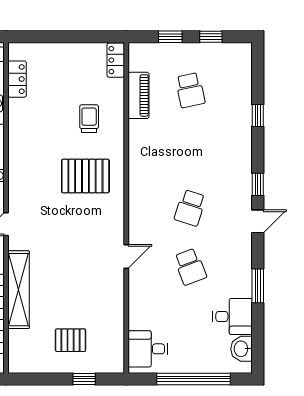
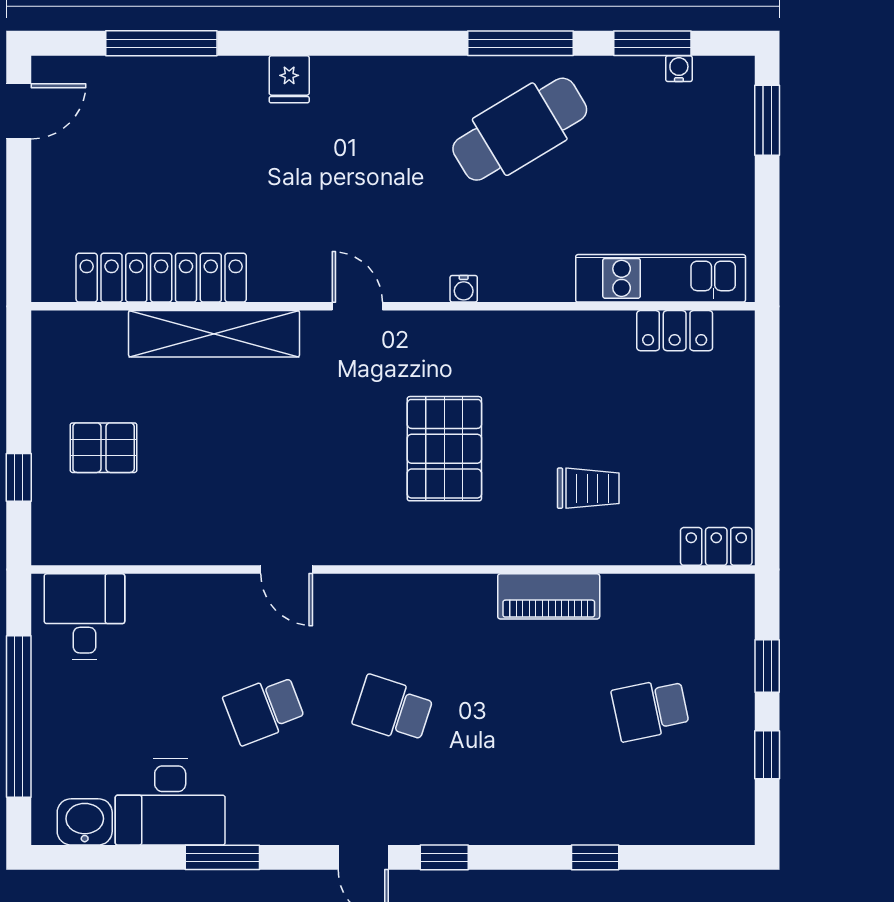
piano: (139, 95) -> (549, 596), moved
pallet: (85, 176) -> (444, 449), moved
desk: (233, 316) -> (170, 802), width x1.37
pallet: (71, 340) -> (104, 448), turned 90

